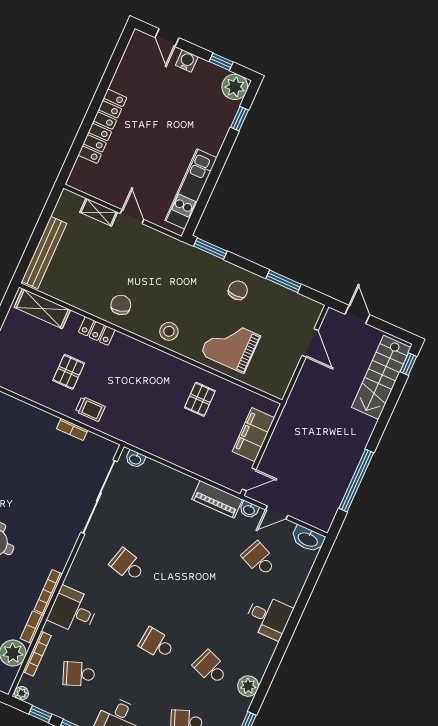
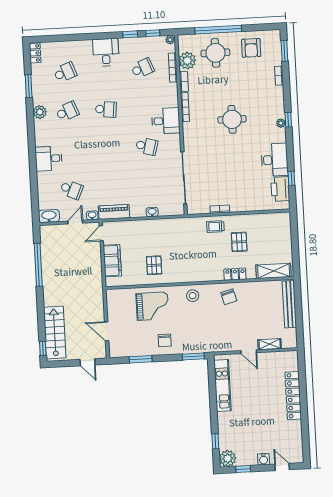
washbasin: (135, 459) -> (152, 212), moved
desk: (73, 611) -> (166, 121), moved
school desk: (211, 668) -> (67, 111), turned -42

